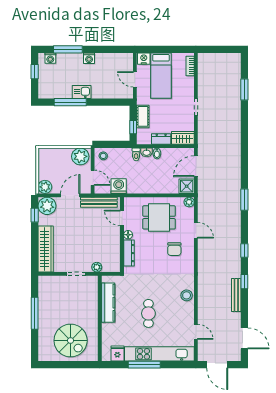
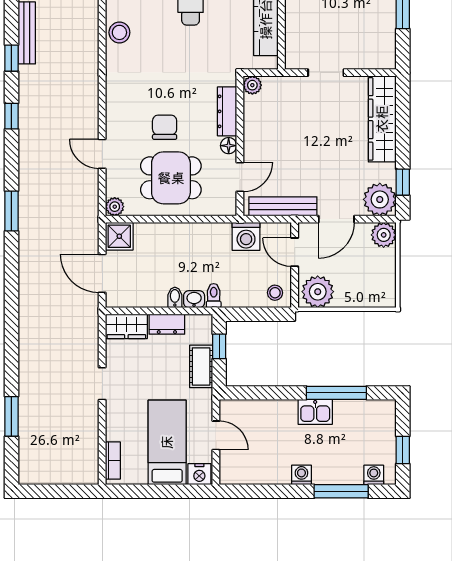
door: (196, 166) -> (102, 273), swing flipped
door: (122, 218) -> (240, 177), hinge flipped
chair: (174, 249) -> (165, 127), moved
plant: (97, 267) -> (252, 85), moved

